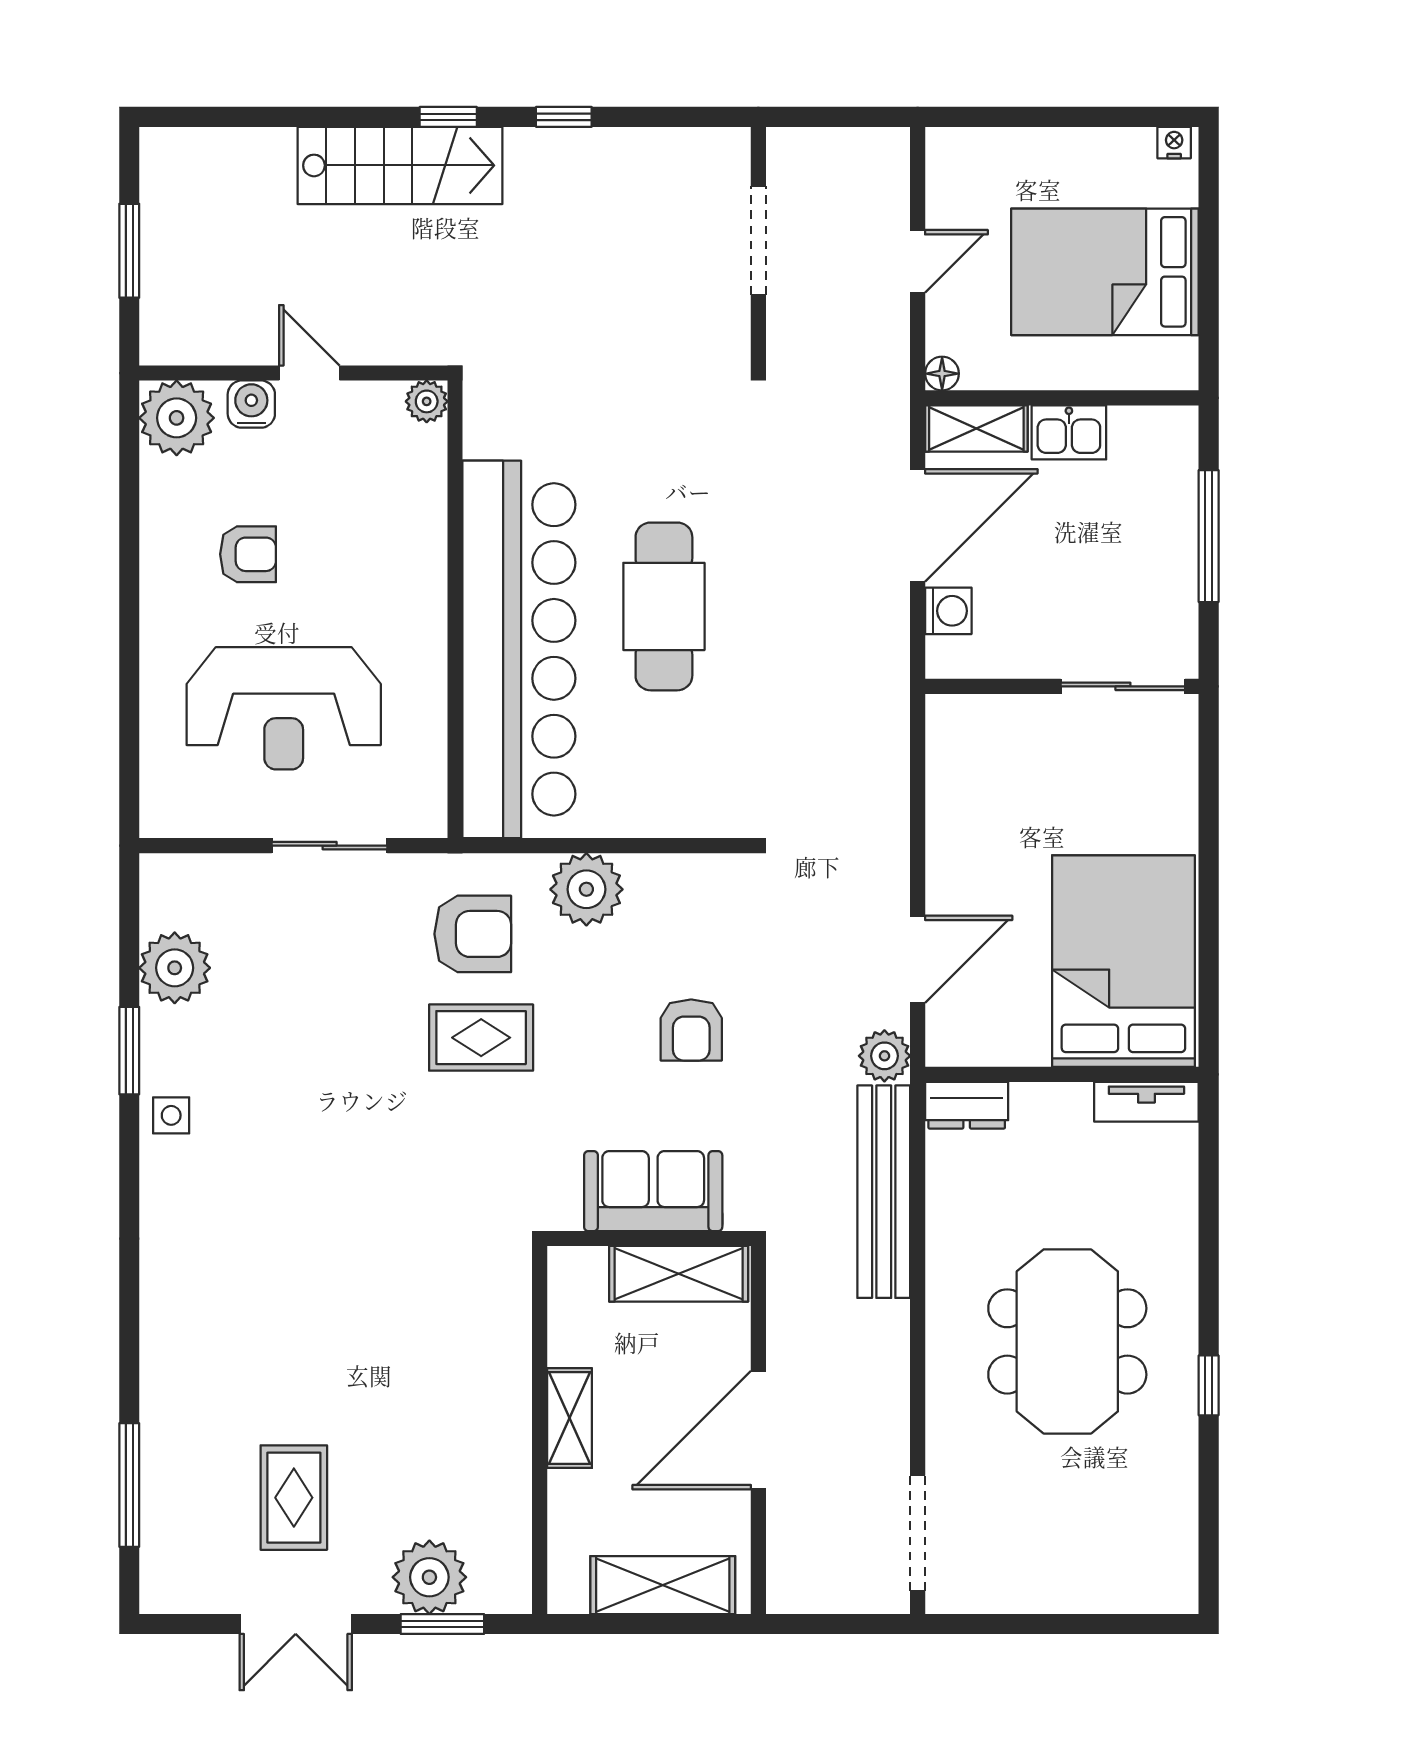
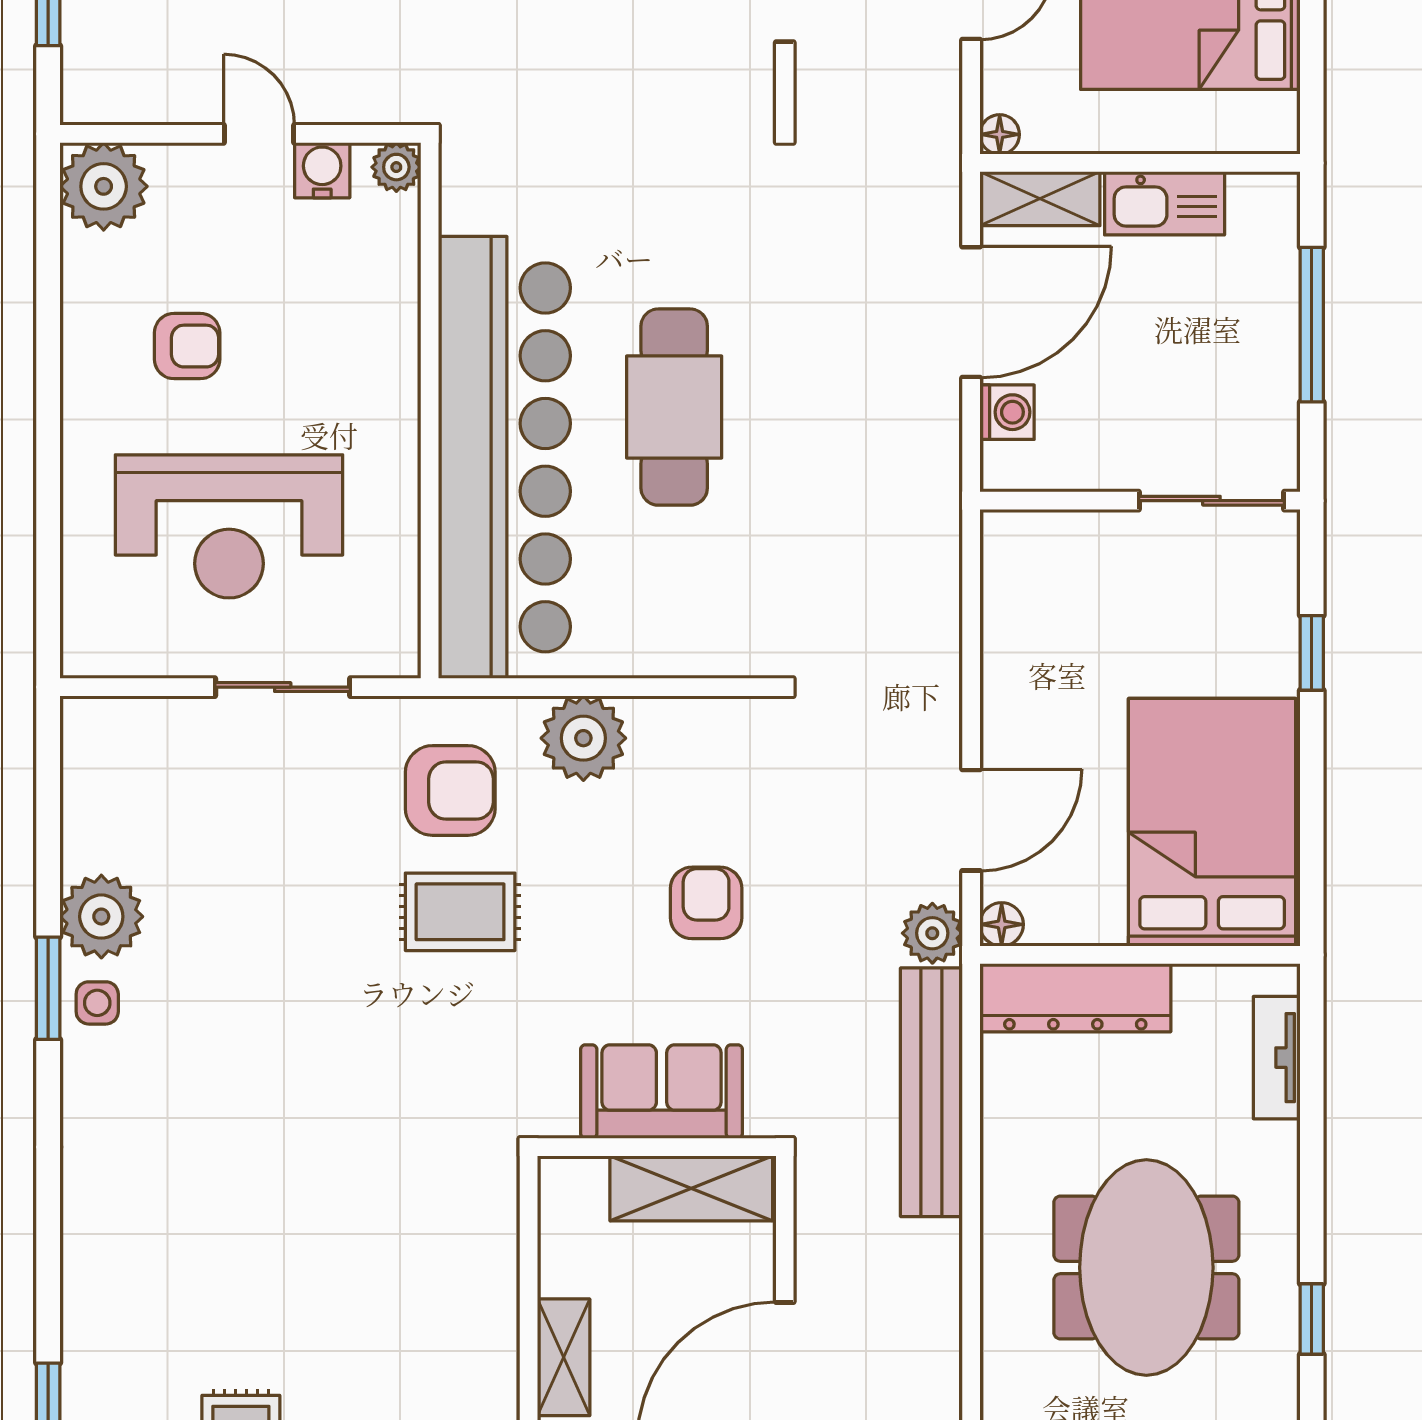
water cooler: (251, 404) -> (322, 170), moved
kitchen sink: (1069, 432) -> (1165, 203), width x1.38
window: (1209, 816) -> (1312, 653), added
plant: (175, 968) -> (101, 917), moved
armchair: (691, 1030) -> (706, 903), turned 180
floor lamp: (944, 1048) -> (1002, 924), added
window: (129, 1051) -> (48, 988), moved
tv unit: (1146, 1102) -> (1277, 1058), moved, turned 90
dresser: (967, 1105) -> (1075, 998), width x1.96, depth x1.24

